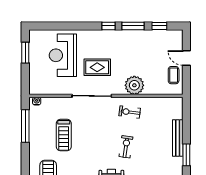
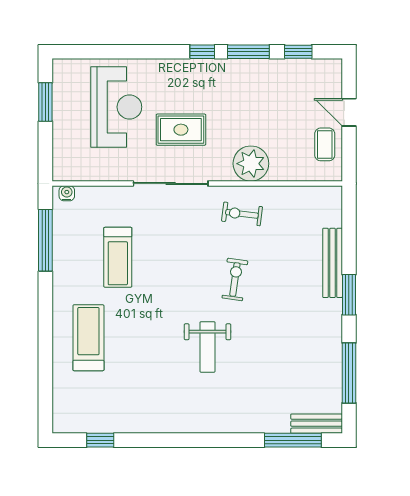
reception desk: (63, 55) -> (116, 107), turned 180

